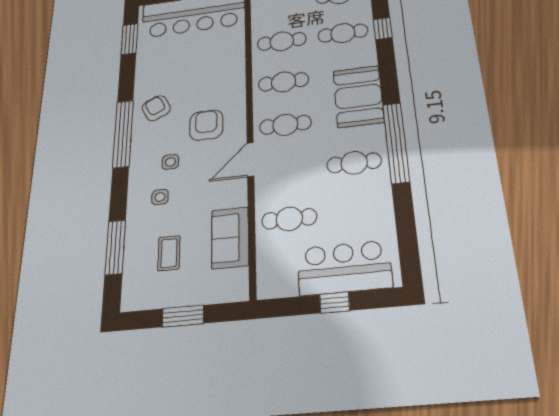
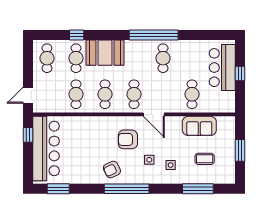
booth: (358, 96) -> (105, 53), moved

